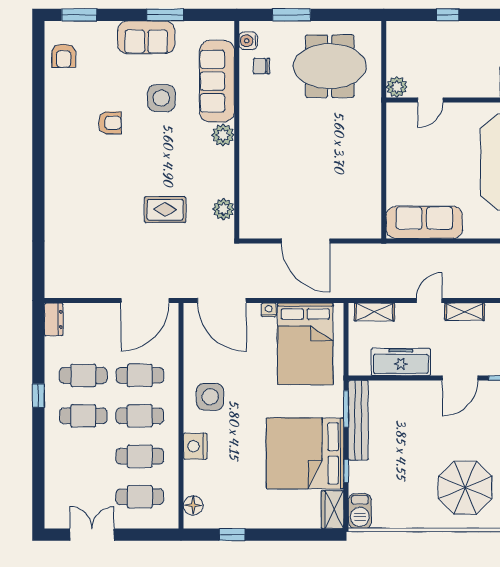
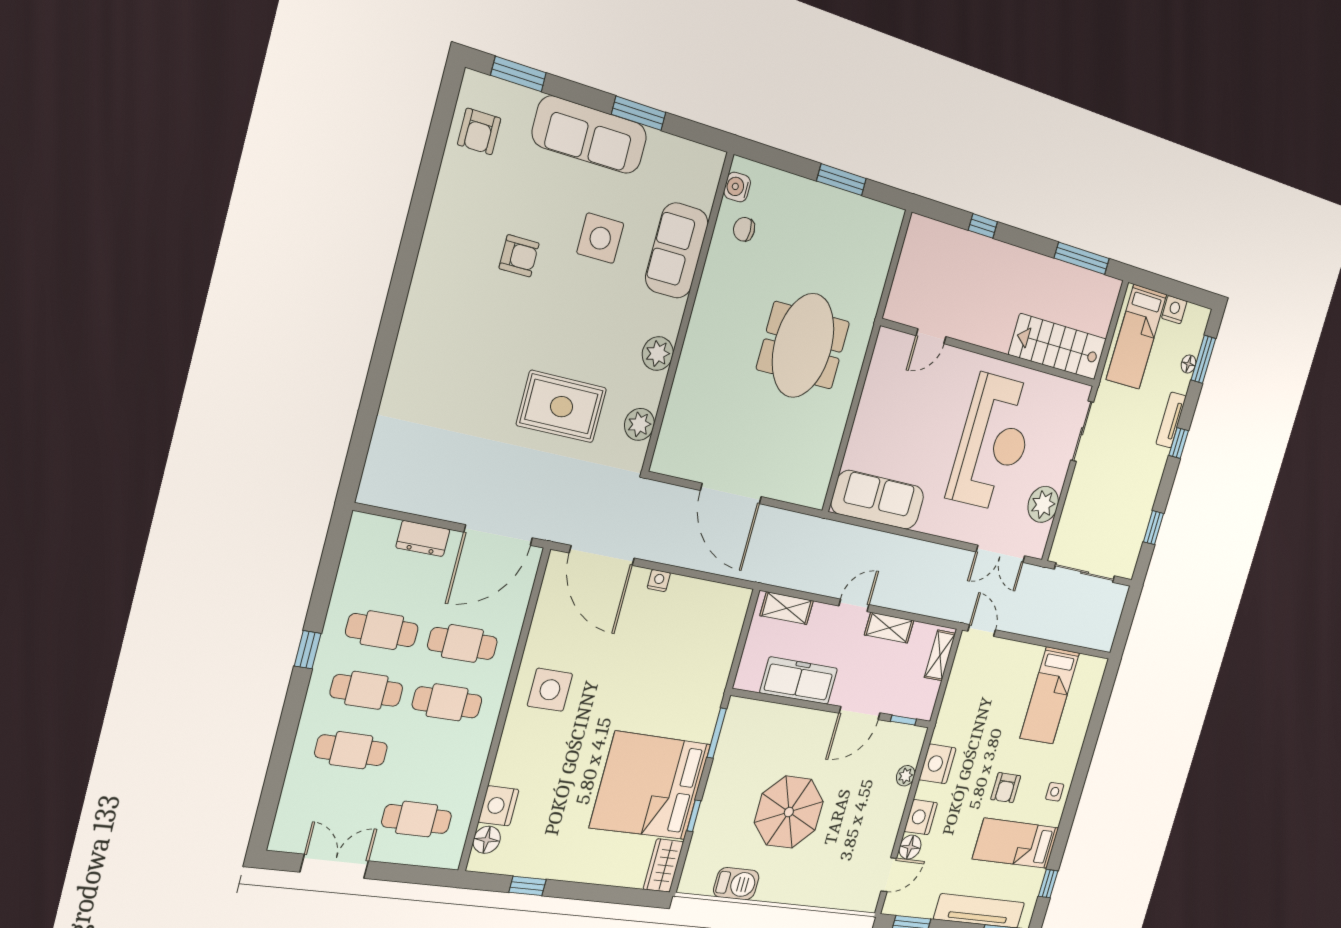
window: (291, 15) -> (841, 180), moved
sofa: (146, 37) -> (590, 135), width x1.36
meeting table: (330, 66) -> (803, 346), moved, turned 90
sofa: (217, 81) -> (677, 251), width x0.73
plant: (397, 87) -> (898, 307), removed
plant: (223, 135) -> (658, 354), moved
rug: (165, 210) -> (562, 407), width x1.36, depth x1.43
dresser: (54, 319) -> (423, 539), moved, turned 90
bed: (305, 344) -> (692, 636), removed
bench: (358, 420) -> (727, 750), removed
nightstand: (195, 446) -> (499, 806), moved
cafe table: (140, 456) -> (351, 750), moved
parasol: (465, 488) -> (789, 812), moved
barbecue: (360, 511) -> (736, 884), moved, turned -90

